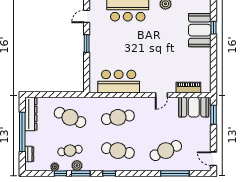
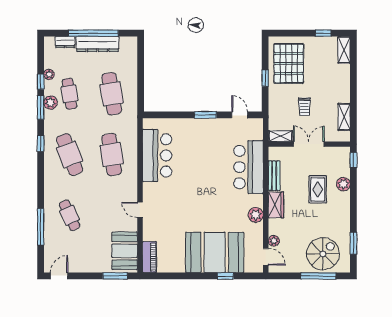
booth: (200, 30) -> (215, 252), width x1.36, depth x1.42
piano: (188, 88) -> (149, 257), moved
dresser: (31, 114) -> (98, 44), moved
cafe table: (70, 117) -> (112, 94), turned -33
cafe table: (118, 151) -> (70, 155), turned -33
cafe table: (166, 151) -> (70, 215), width x0.73, depth x0.74

